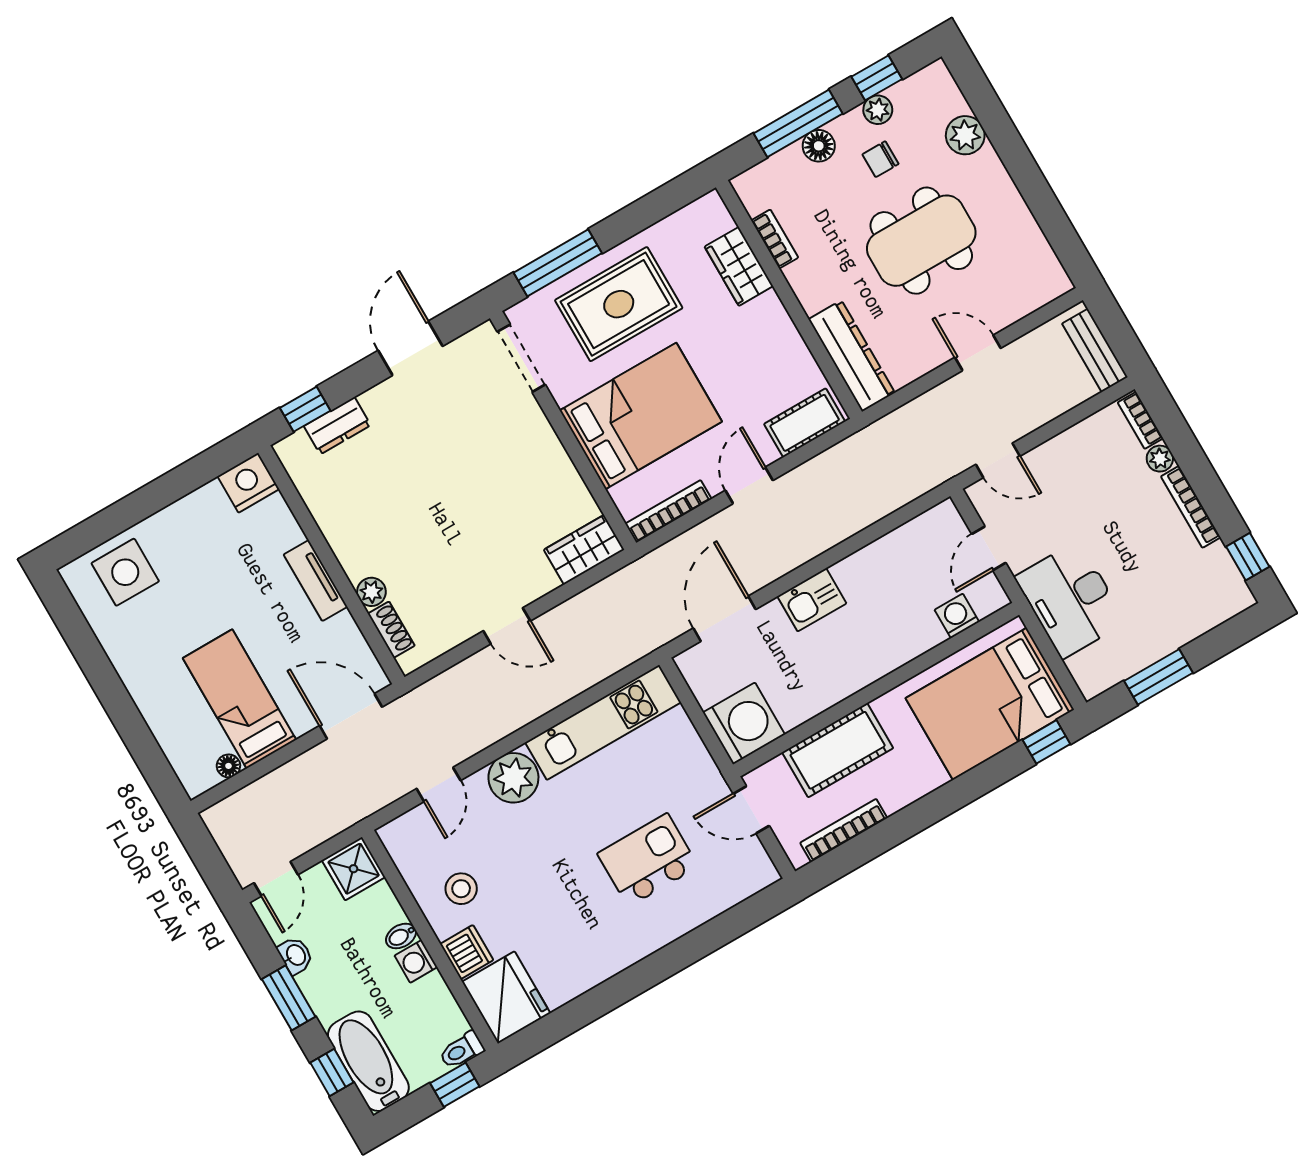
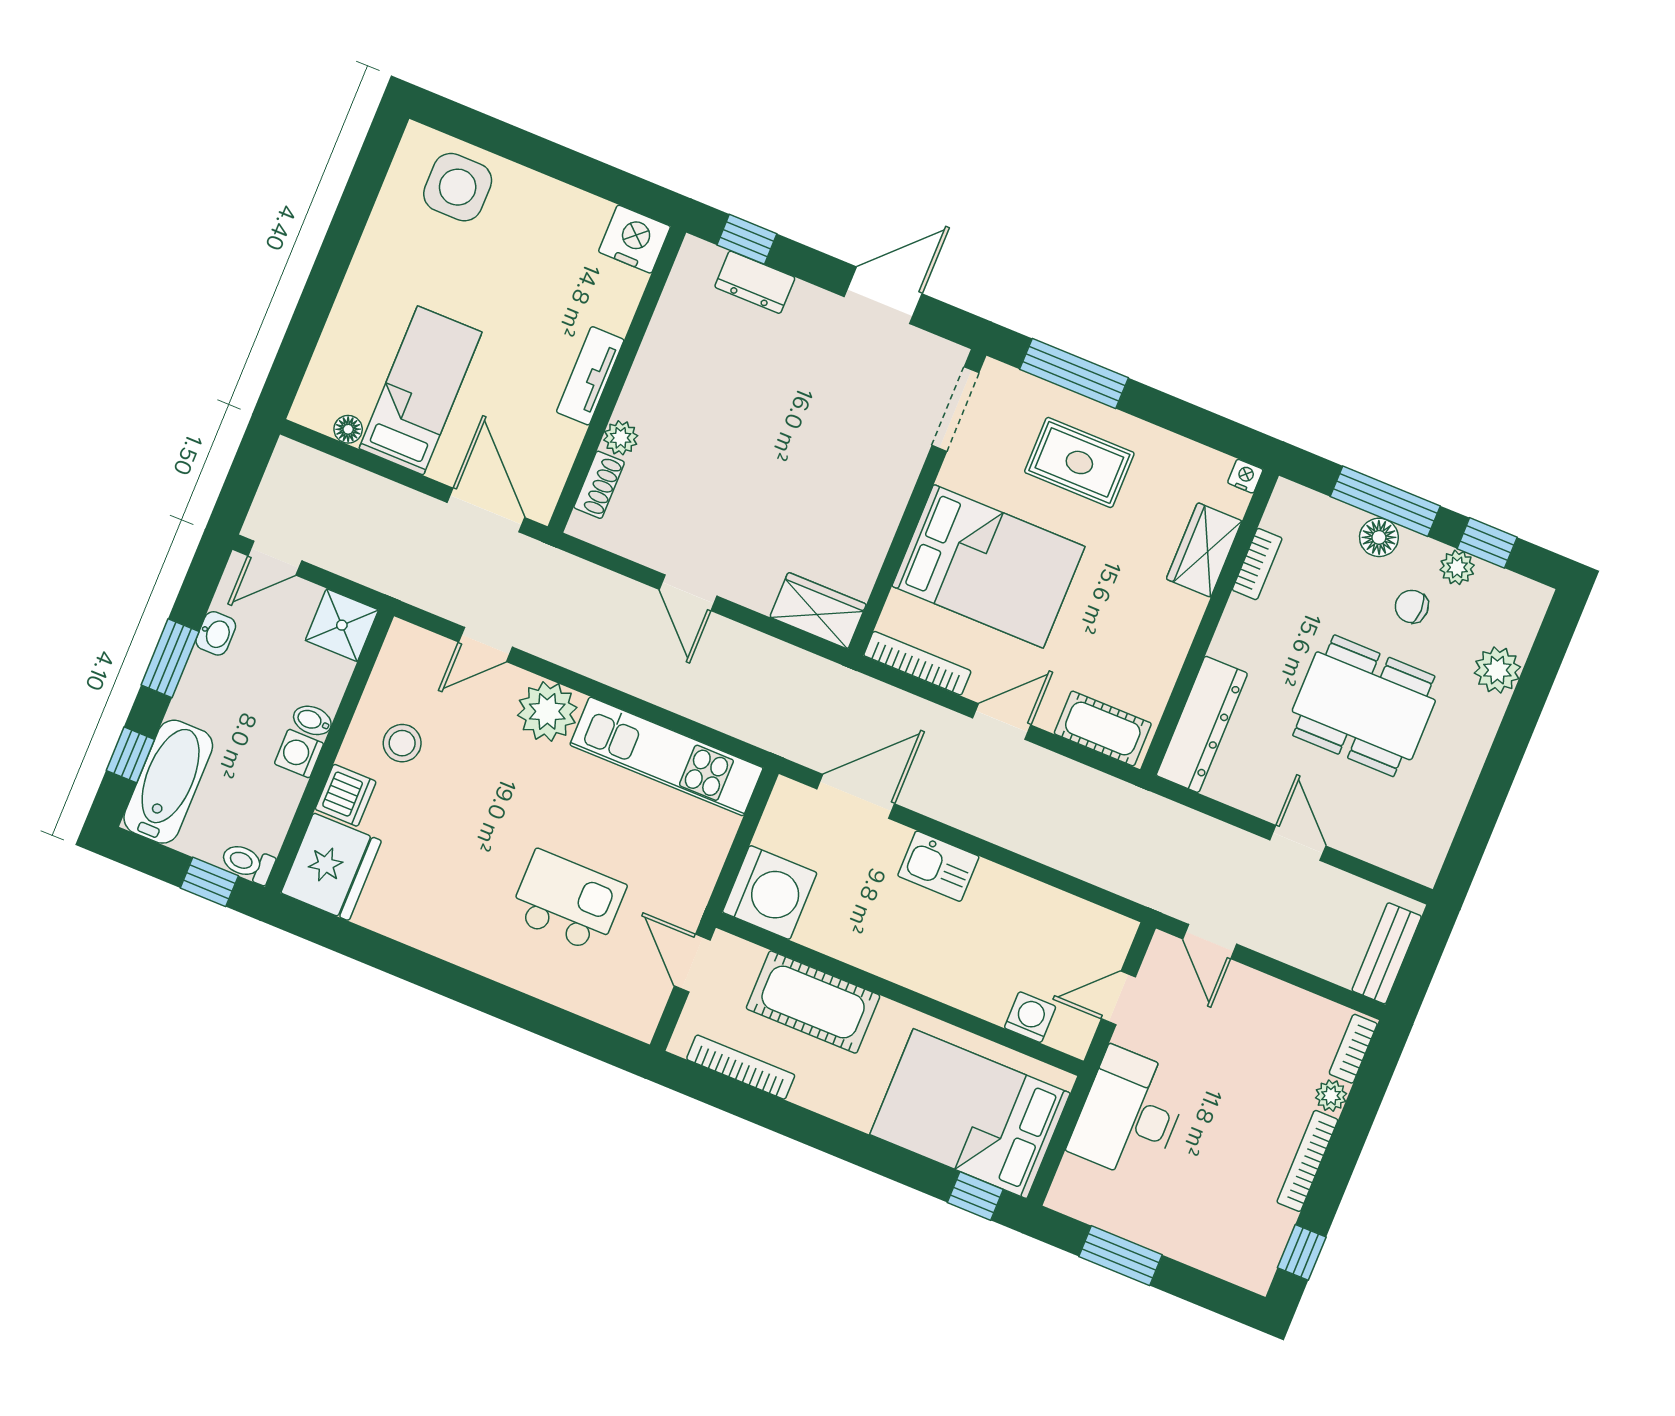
nightstand: (711, 202) -> (1245, 476), added
rug: (619, 304) -> (1079, 462), width x0.73, depth x0.70

